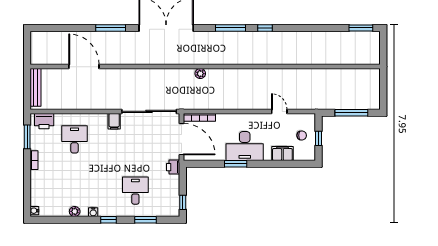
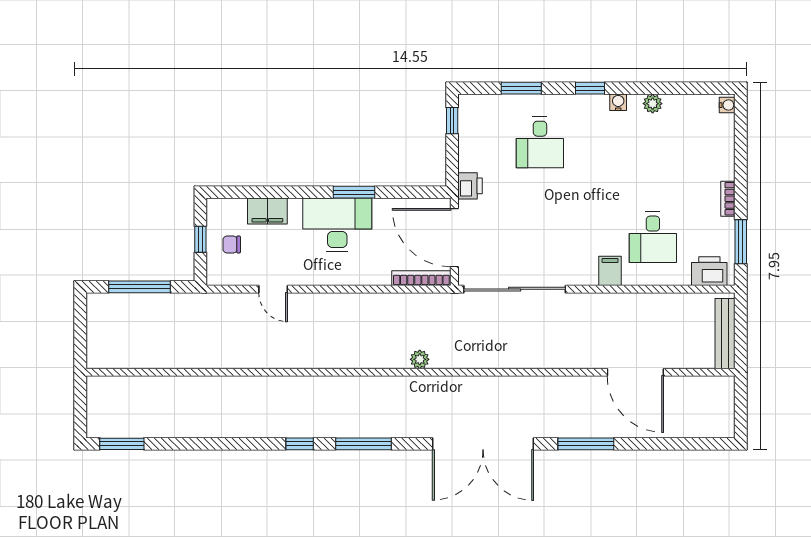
filing cabinet: (114, 121) -> (610, 271), moved

